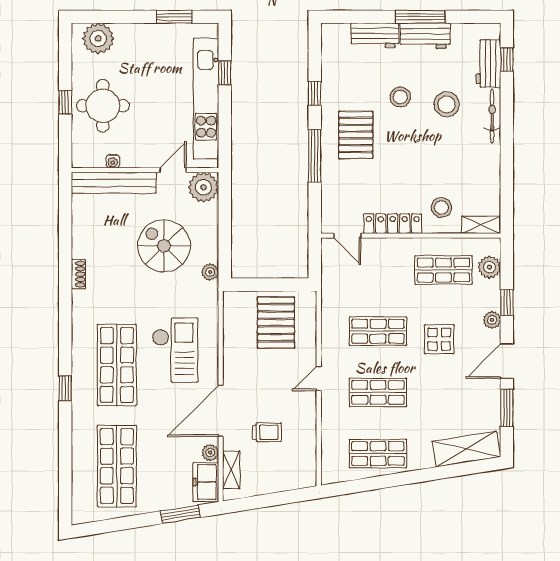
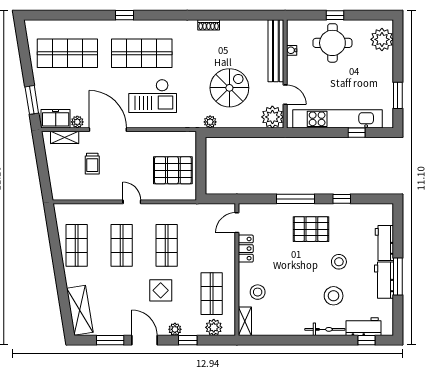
locker: (393, 224) -> (246, 249), width x0.66

